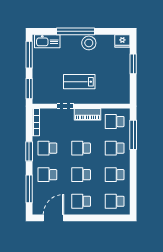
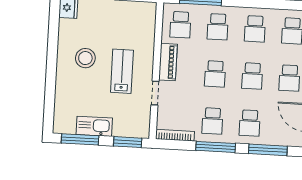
window: (76, 31) -> (51, 72), removed
kitchen sink: (47, 41) -> (94, 126), moved, turned -90
stool: (89, 43) -> (85, 58), moved
lab bench: (79, 82) -> (122, 71), turned 180
window: (29, 151) -> (216, 147), width x1.44

